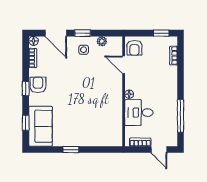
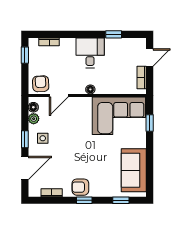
floor lamp: (34, 41) -> (33, 107), moved
armchair: (134, 48) -> (41, 84), turned -93
desk: (139, 113) -> (90, 53), moved, turned 180
window: (181, 116) -> (114, 34), width x0.46
corner sofa: (105, 121) -> (119, 116), added
sofa: (40, 126) -> (134, 170), moved, turned -90
window: (71, 150) -> (150, 123), moved

